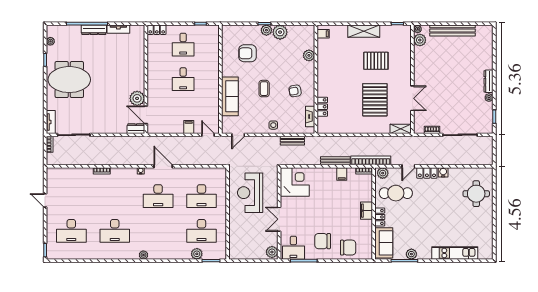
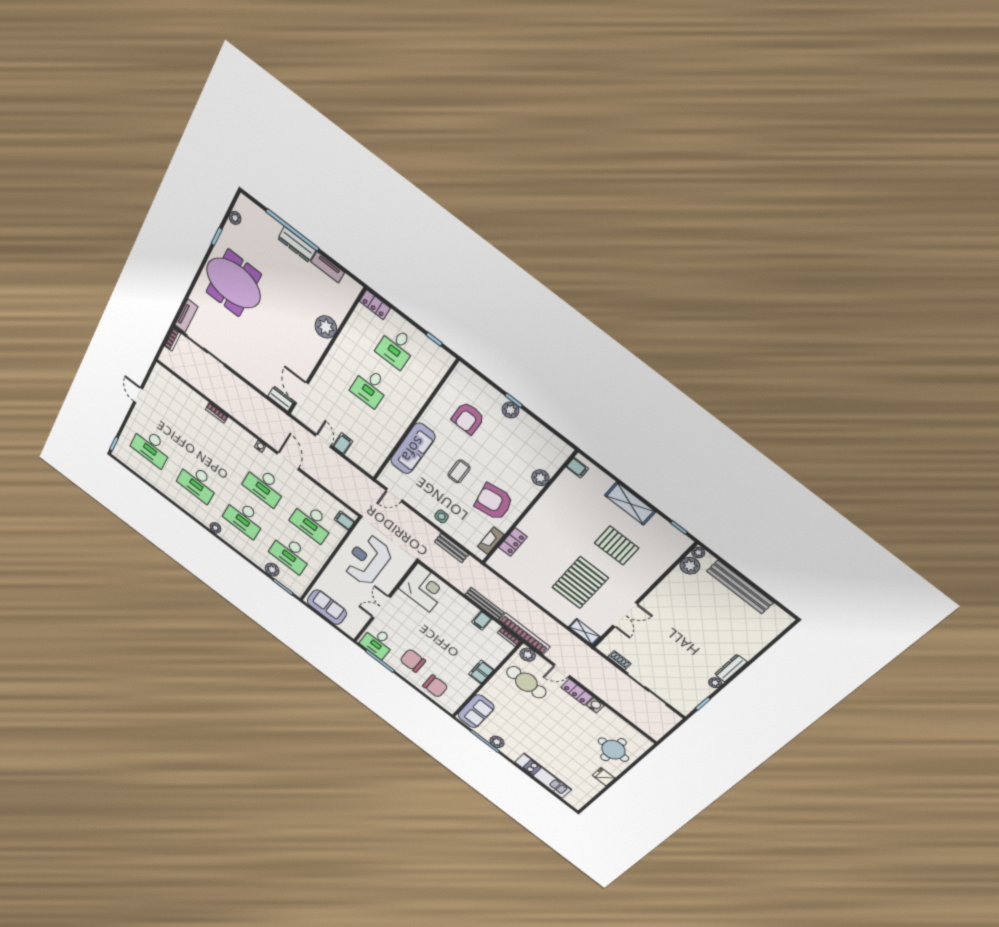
plant: (280, 32) -> (526, 425), removed
armchair: (248, 53) -> (468, 418), turned -90
armchair: (295, 91) -> (494, 502), width x1.88, depth x1.88
plant: (137, 98) -> (326, 327), moved
door: (208, 135) -> (323, 441), moved
filing cabinet: (220, 177) -> (344, 520), added
locker: (380, 217) -> (491, 688), removed
fridge: (486, 219) -> (604, 777), added
desk: (158, 231) -> (244, 518), added
sofa: (247, 250) -> (327, 607), added
plant: (272, 252) -> (352, 629), removed

